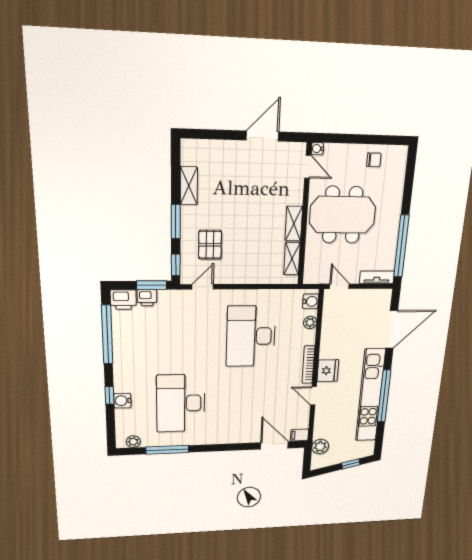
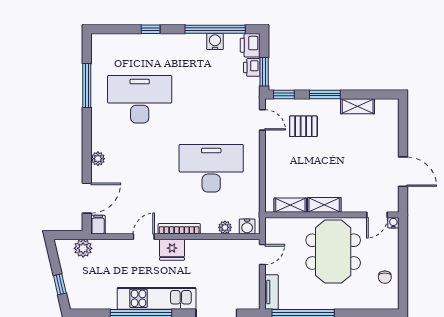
kitchen unit: (370, 395) -> (157, 298), width x0.73
water cooler: (122, 401) -> (215, 42), moved
plant: (133, 442) -> (98, 159), moved

